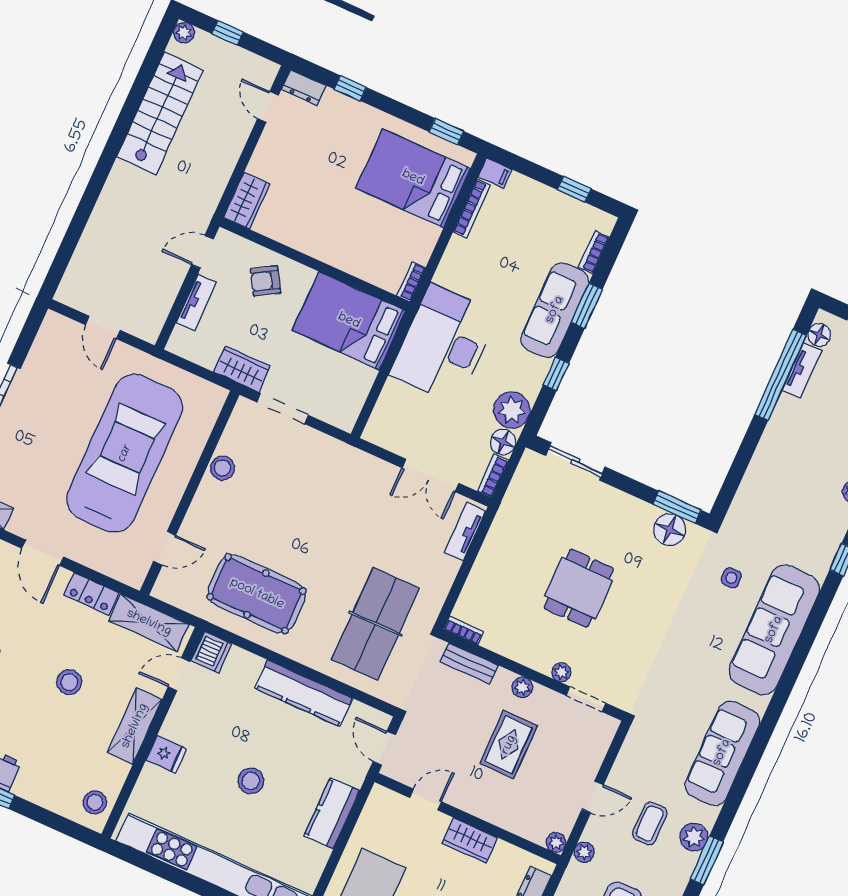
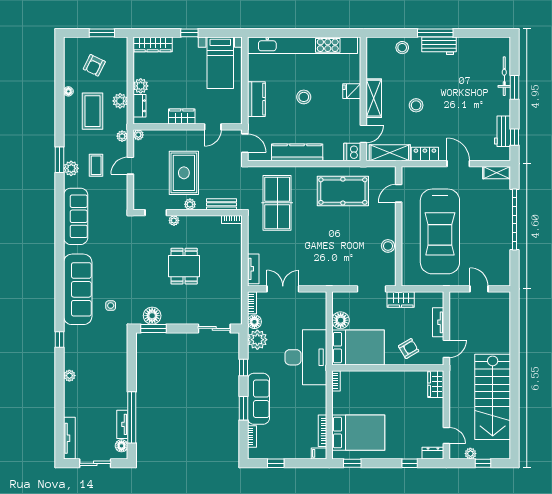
plant: (184, 33) -> (470, 454), moved
stairs: (160, 113) -> (493, 397), width x1.36, depth x1.51
floor lamp: (358, 380) -> (341, 320), added
rug: (509, 745) -> (184, 173), width x1.36, depth x1.43
stool: (95, 802) -> (402, 48), moved

